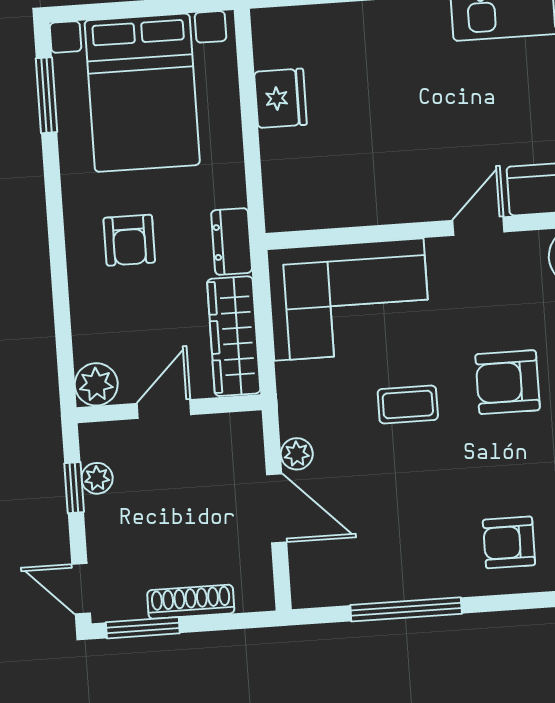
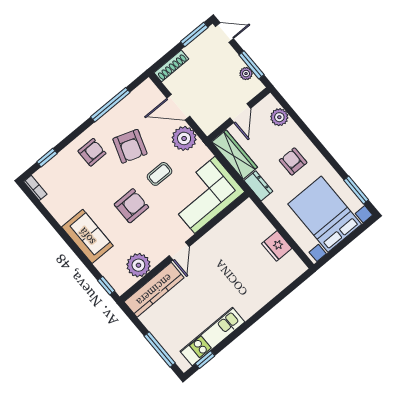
plant: (96, 384) -> (279, 117), moved
plant: (297, 454) -> (184, 138), width x1.88, depth x1.88
window: (74, 488) -> (251, 65), width x1.50
armchair: (426, 500) -> (130, 146), added
shoe rack: (191, 602) -> (171, 66), moved

